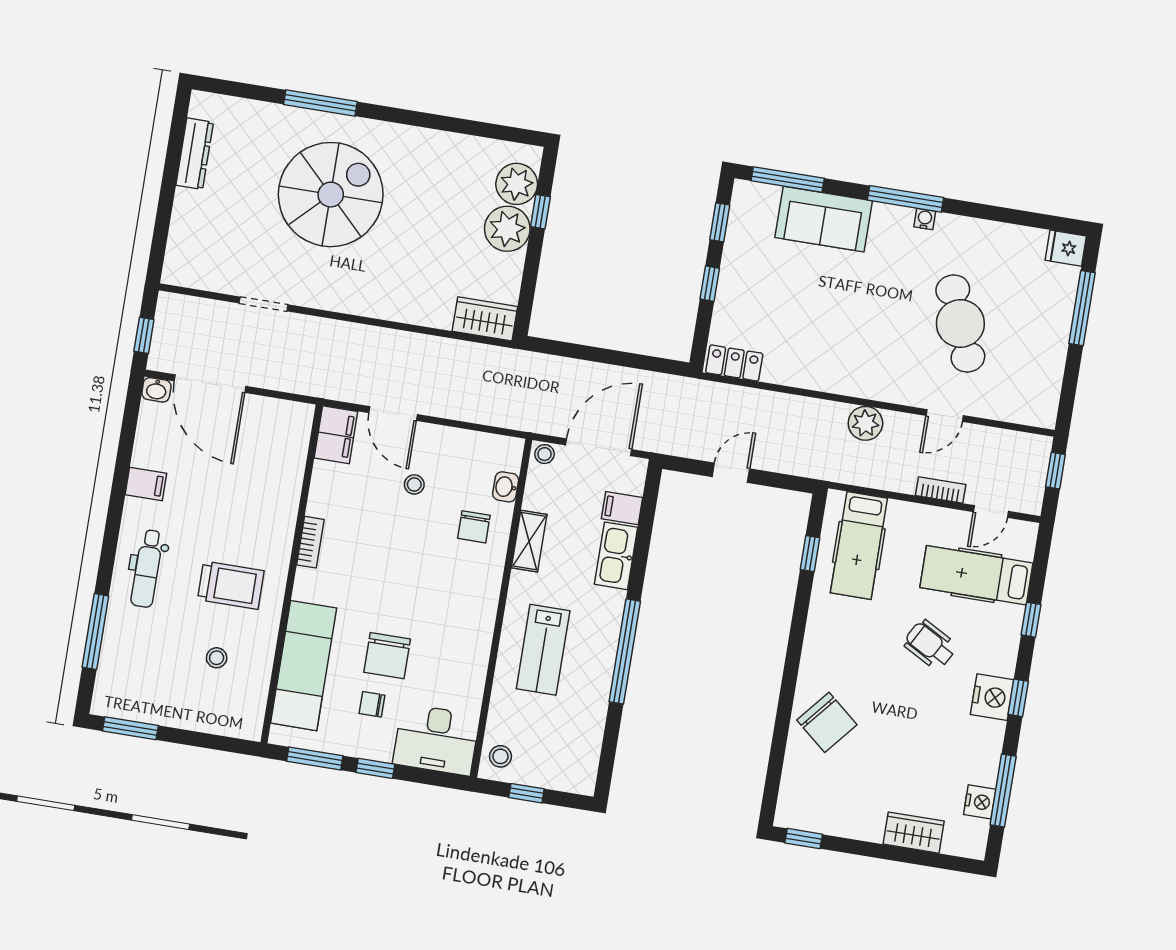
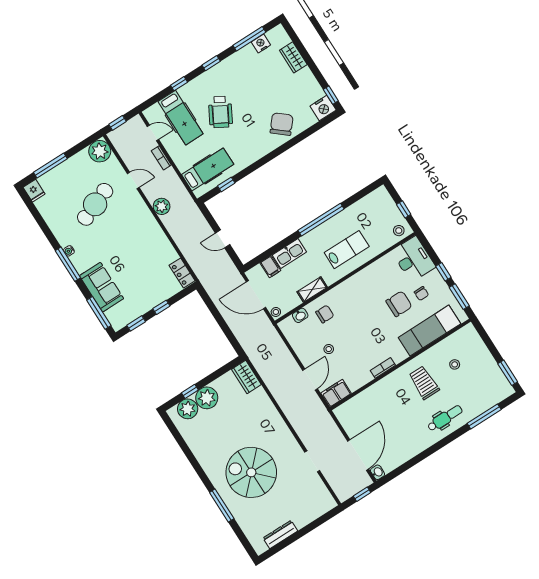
plant: (1036, 404) -> (100, 151), added
filing cabinet: (146, 484) -> (415, 446), removed
wheelchair: (930, 645) -> (220, 112), width x1.36, depth x1.37
nightstand: (992, 697) -> (323, 108), moved, turned 180

